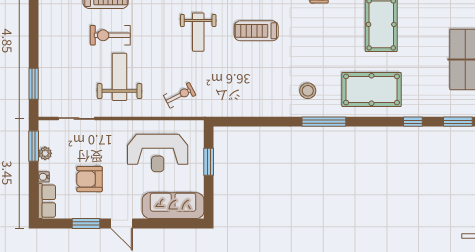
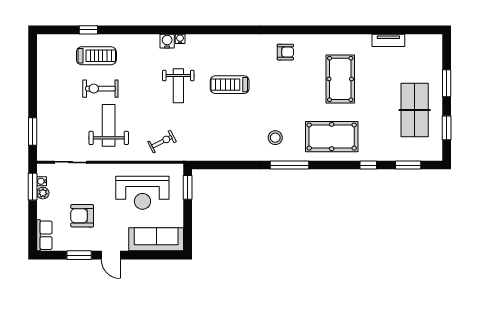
window: (209, 162) -> (188, 187), moved
water cooler: (44, 177) -> (42, 181), moved

